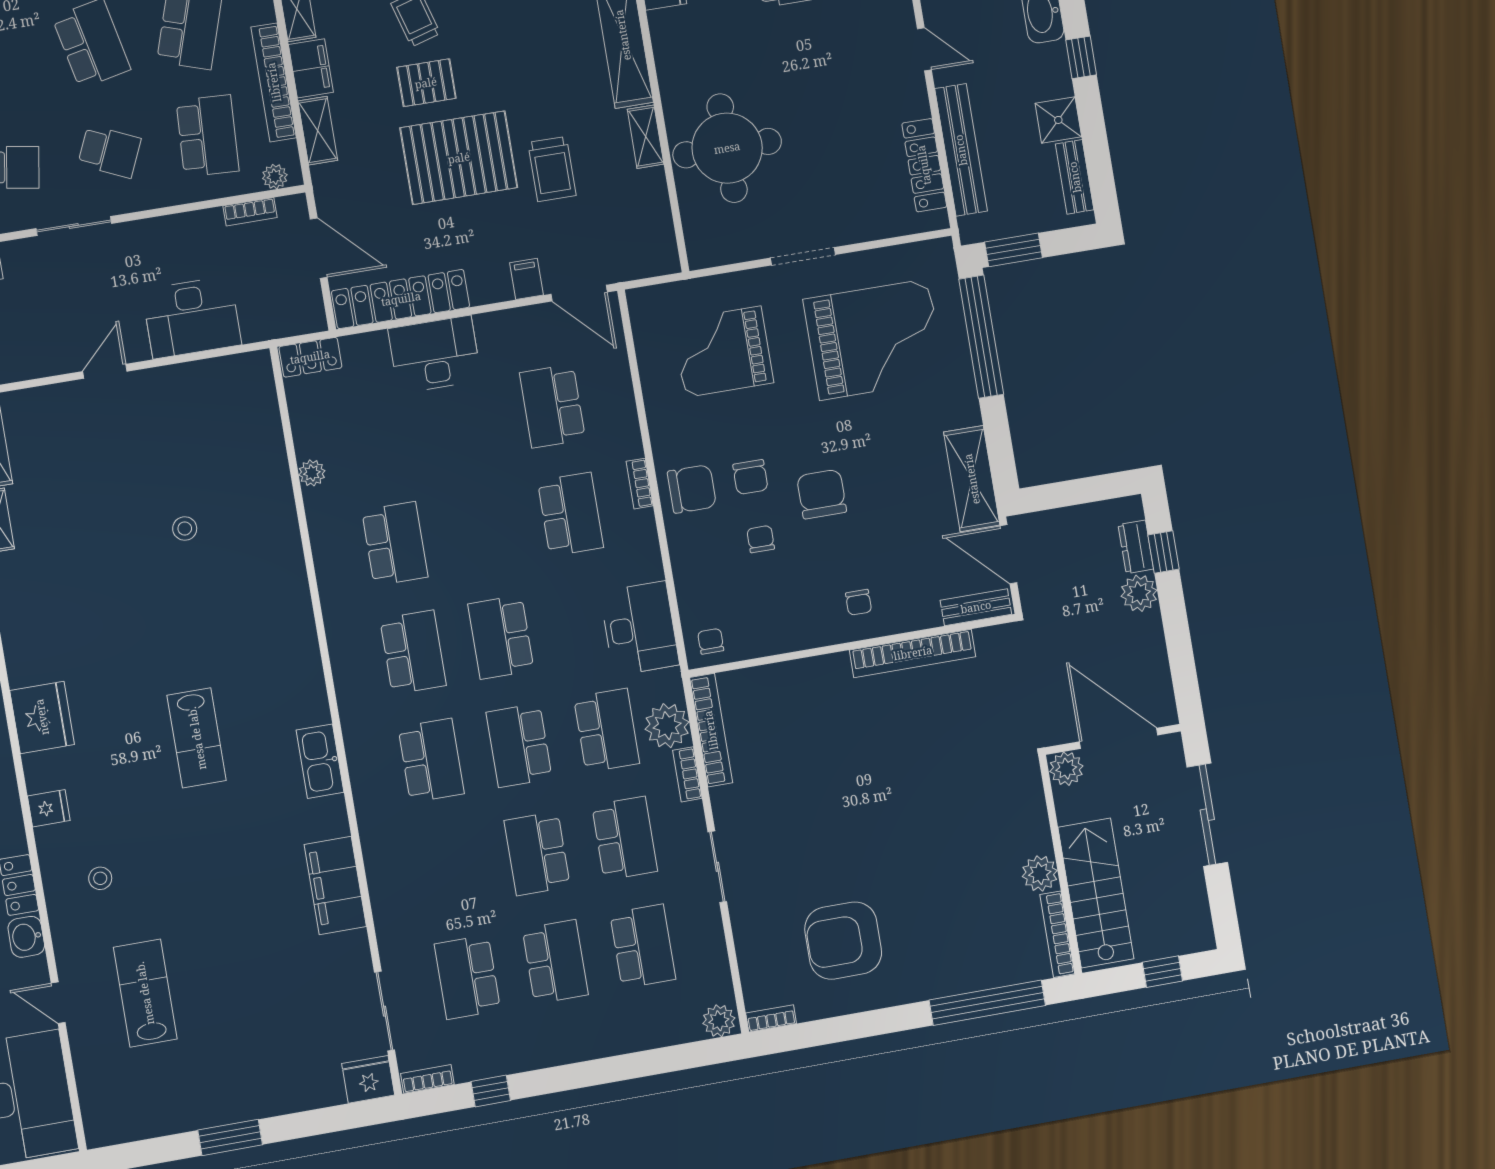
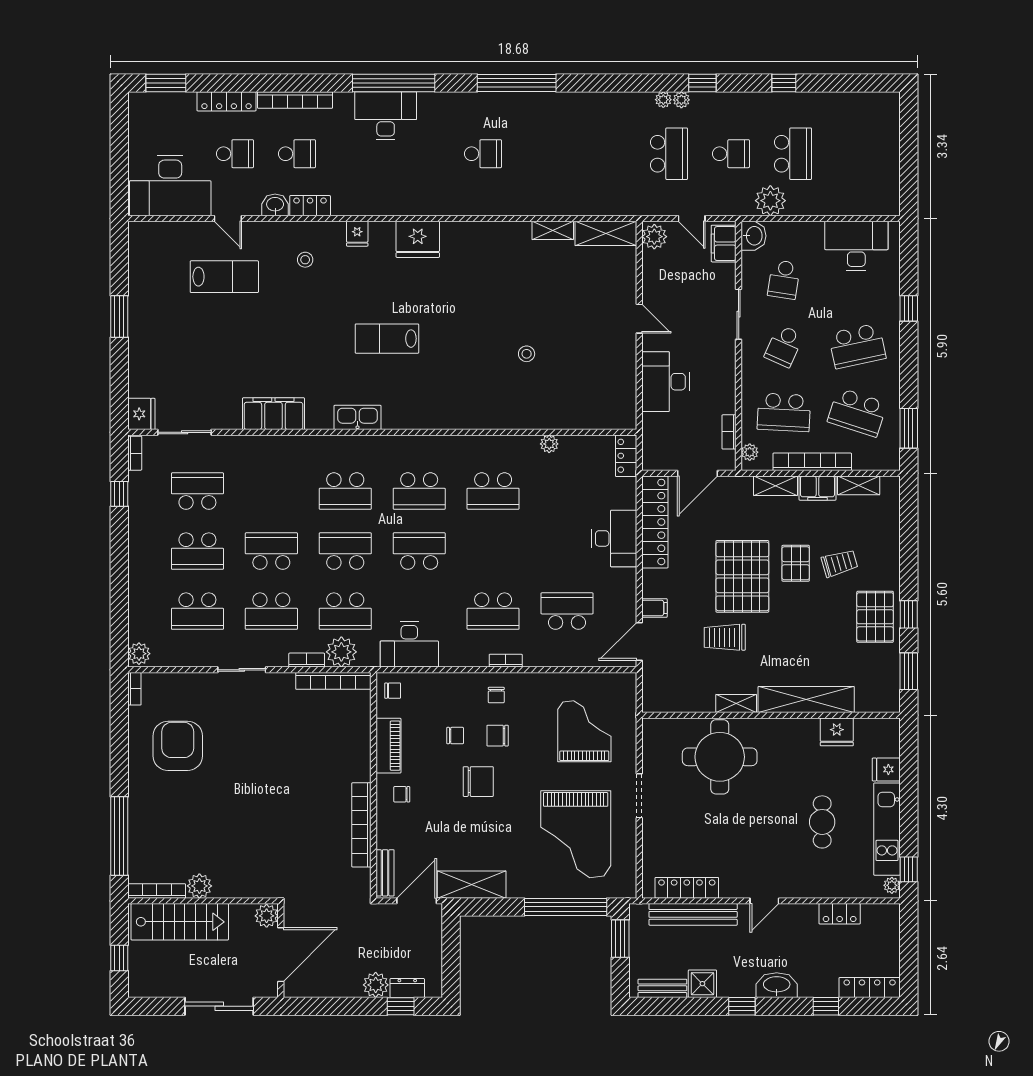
chair: (692, 489) -> (496, 695), width x0.54, depth x0.54
piano: (791, 634) -> (388, 746), added
door: (58, 1003) -> (228, 219), swing flipped

